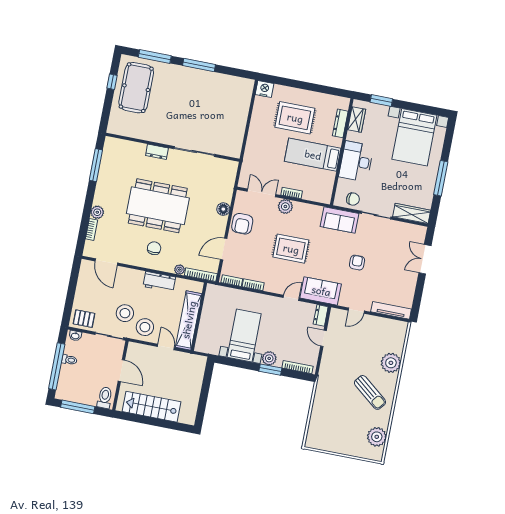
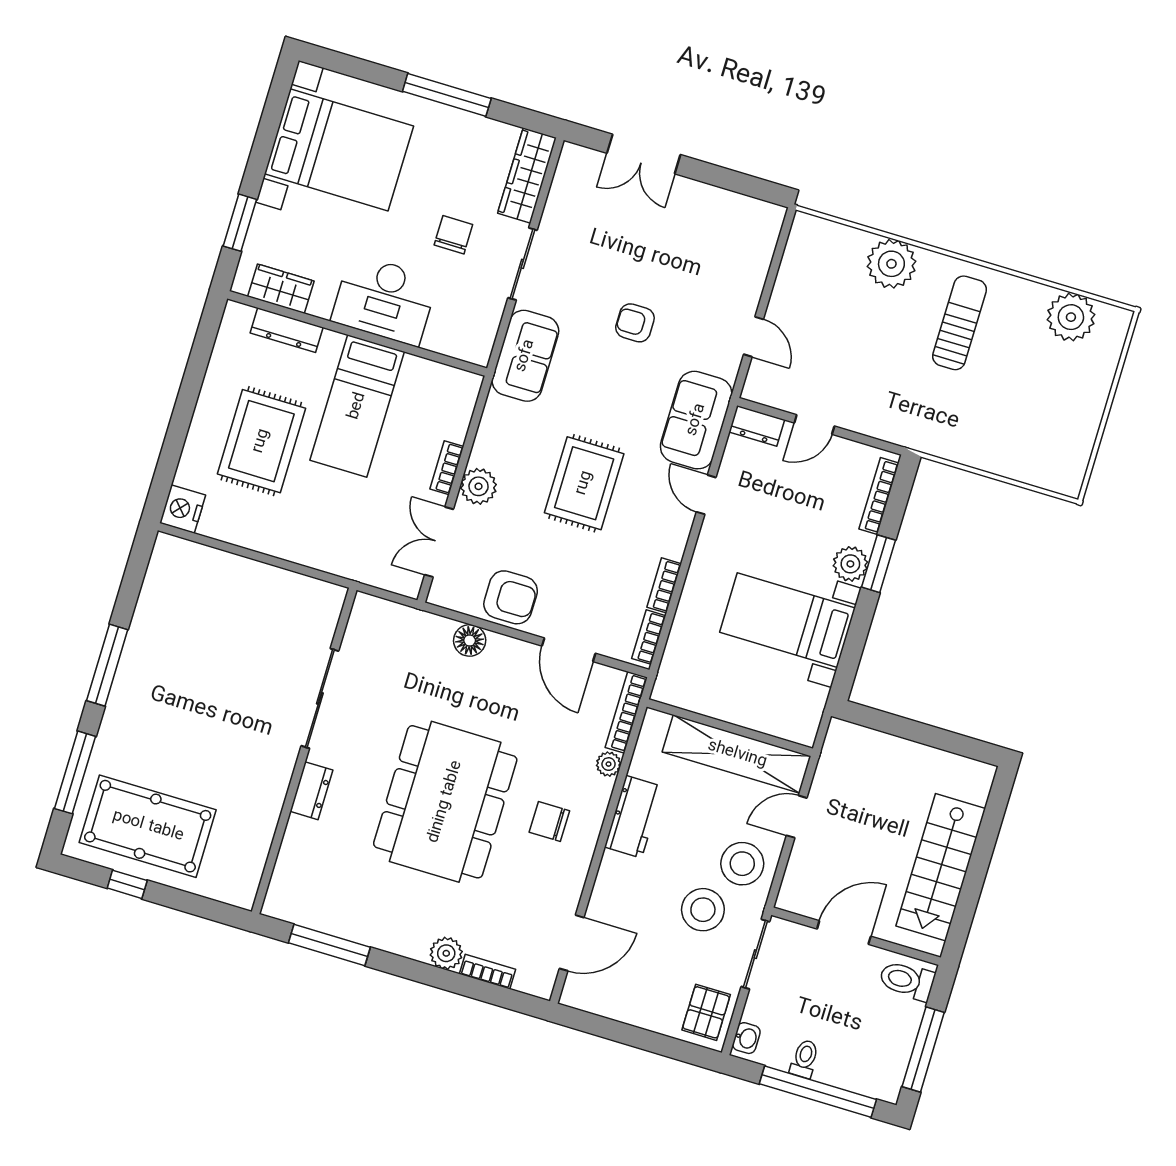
chair: (353, 199) -> (453, 235), moved
tv unit: (391, 310) -> (762, 250), removed
sun lounger: (370, 392) -> (960, 323), turned -39

